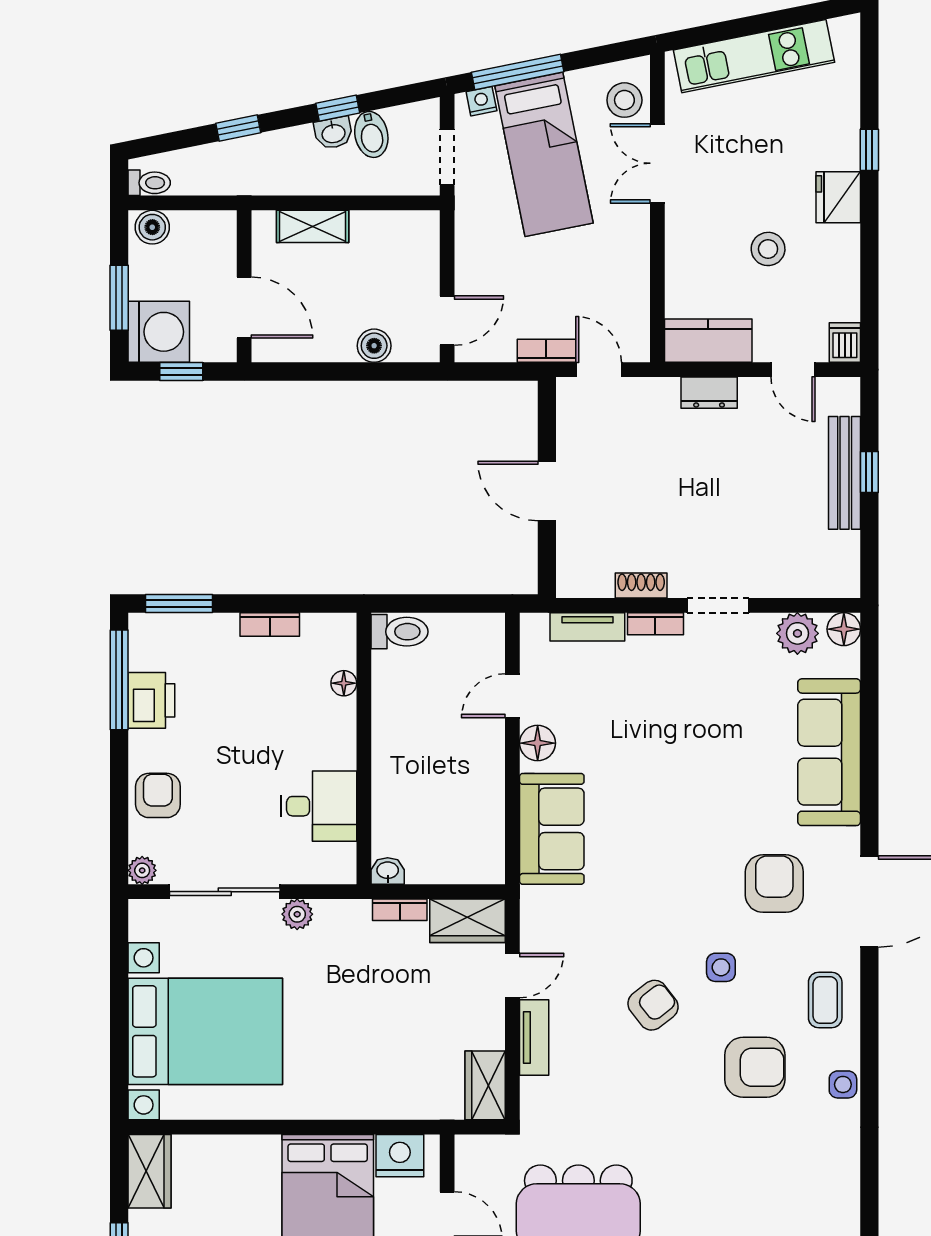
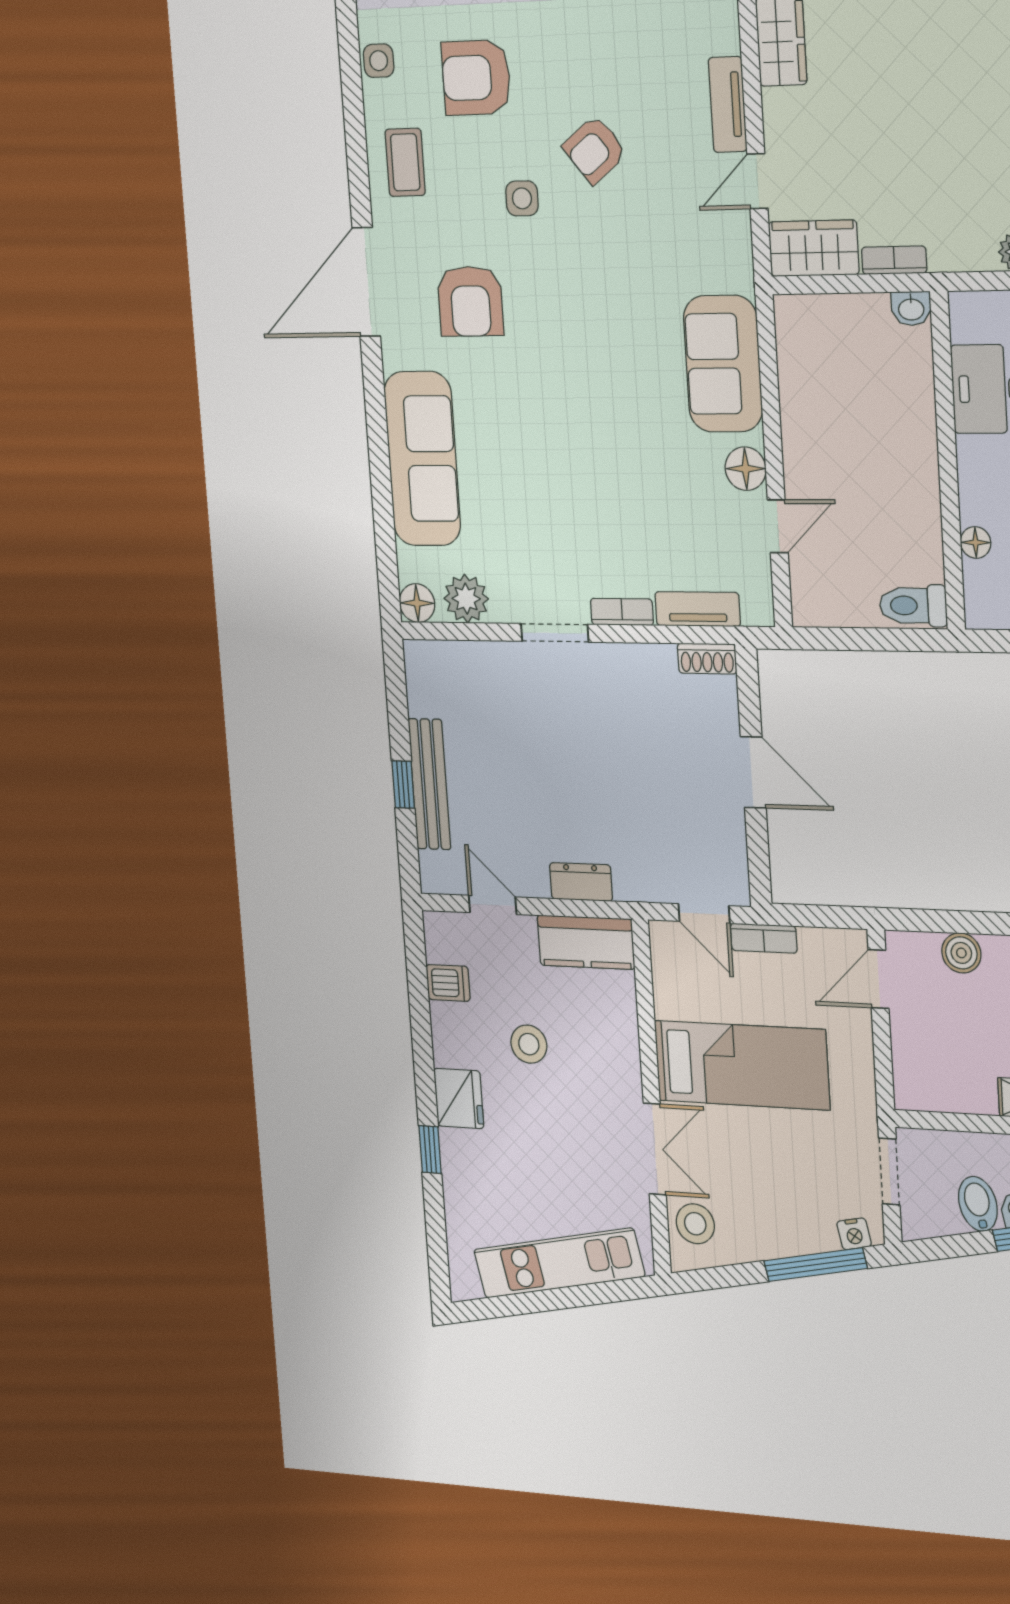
bed: (544, 154) -> (742, 1065), moved, turned 101
dishwasher: (845, 343) -> (448, 983), moved, turned -90
shoe rack: (641, 586) -> (707, 659), moved

